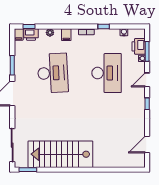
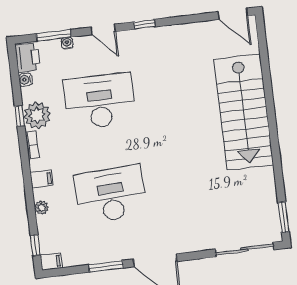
printer: (31, 34) -> (49, 240), removed
plant: (103, 36) -> (37, 115), added
printer: (139, 46) -> (28, 58), moved, turned -90
door: (147, 145) -> (233, 14), moved
stairs: (60, 154) -> (244, 112), moved

